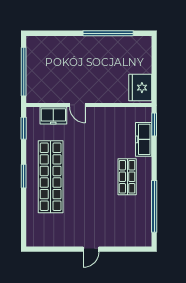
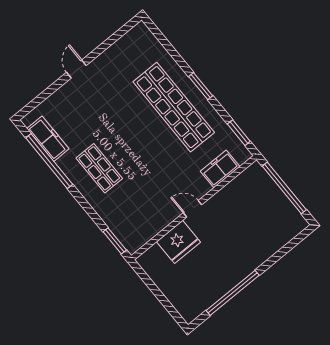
fridge: (140, 88) -> (179, 242), moved, turned 90
door: (77, 105) -> (192, 209), moved
freezer: (144, 139) -> (48, 139), moved

